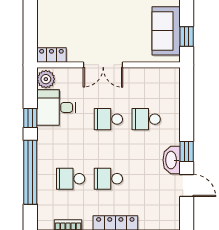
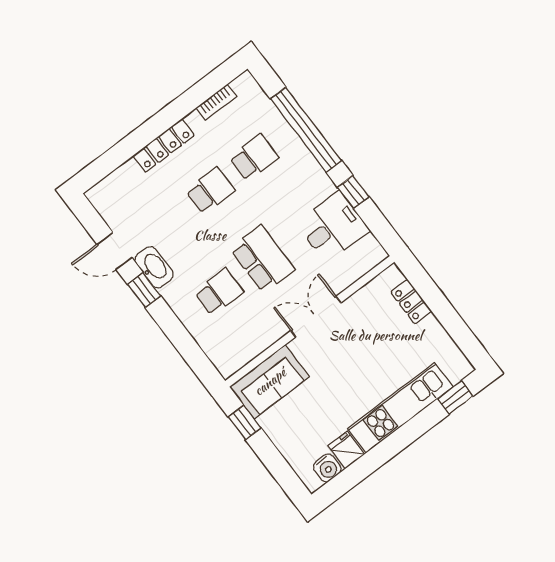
sofa: (166, 31) -> (270, 382), moved, turned 90
locker: (51, 55) -> (411, 302), moved, turned 90
plant: (46, 79) -> (369, 250), removed
school desk: (108, 119) -> (262, 259), width x1.85

